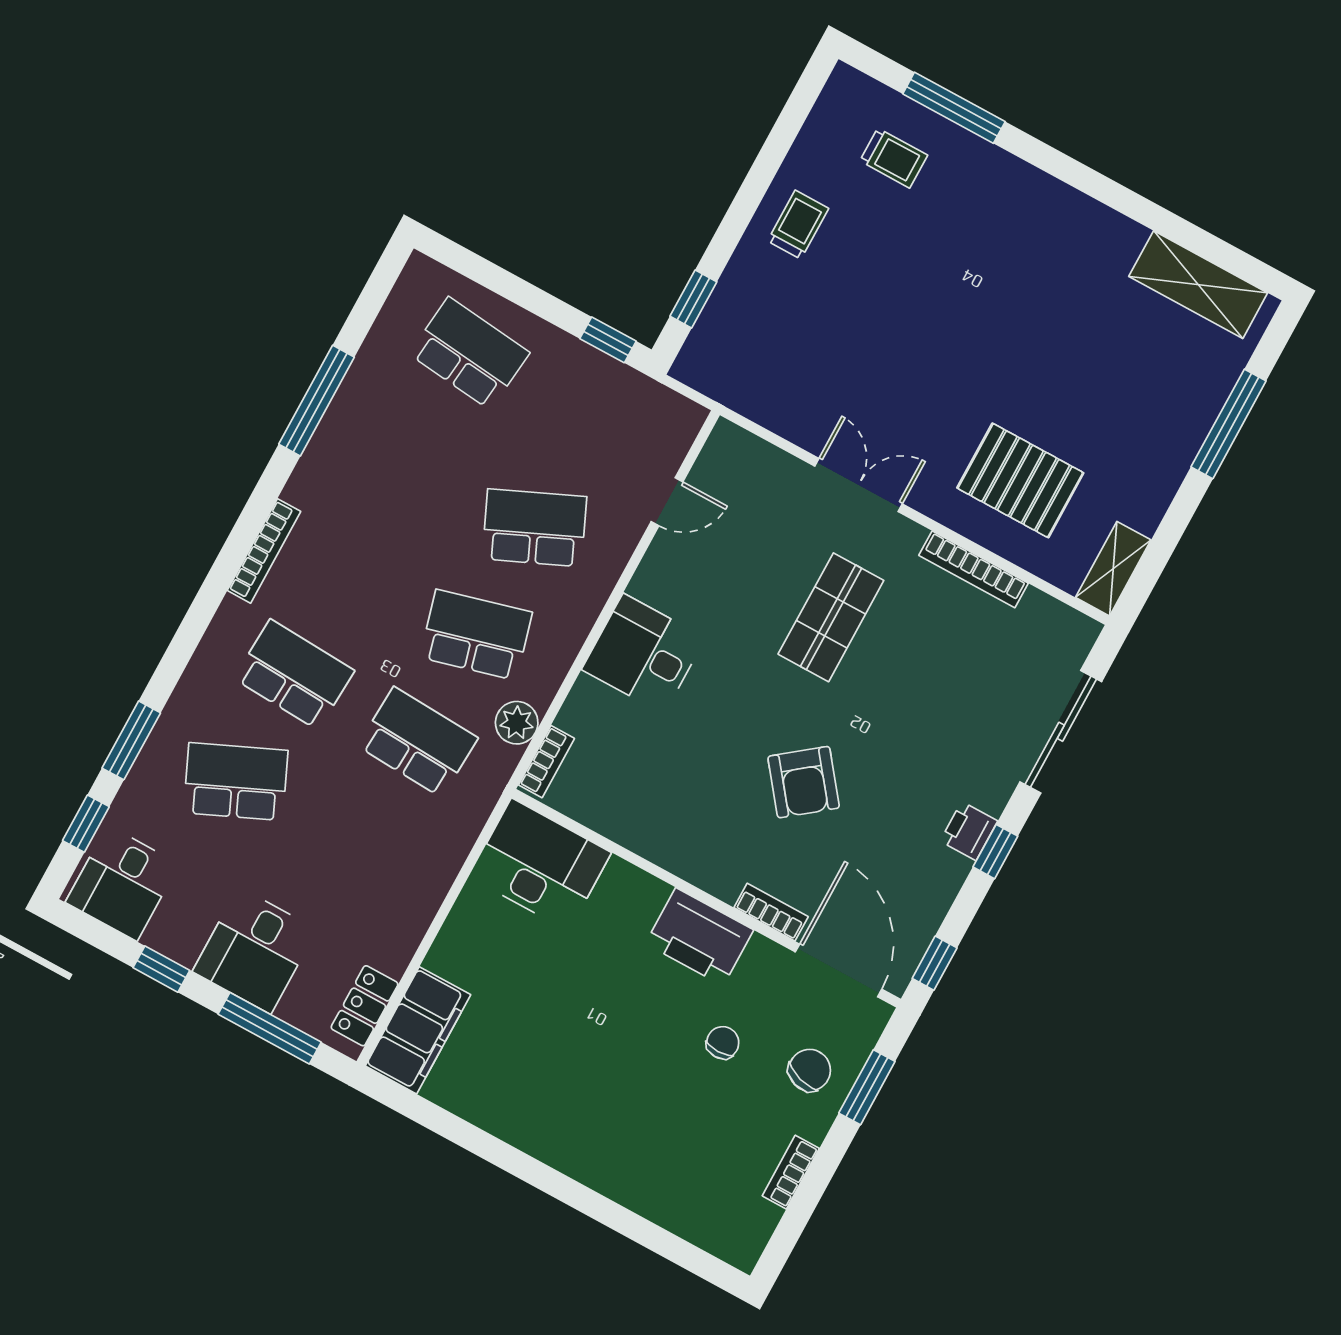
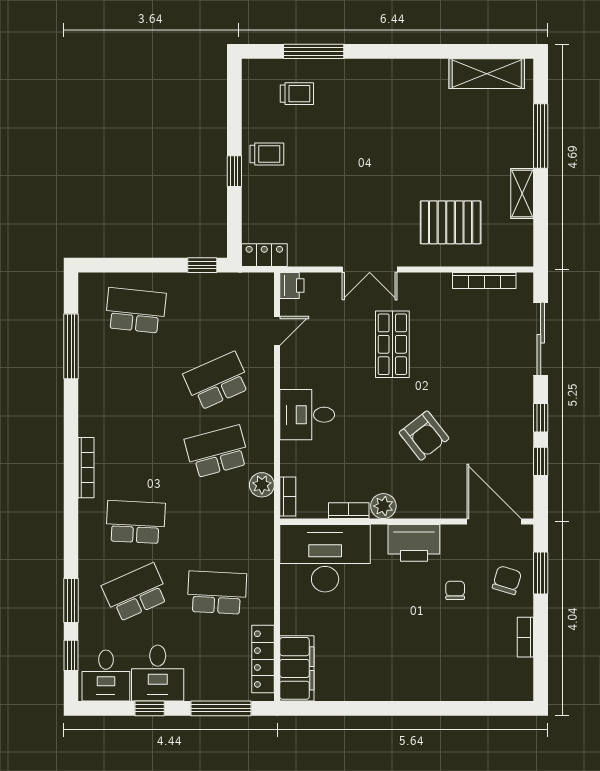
trolley: (798, 225) -> (267, 154), turned 90
window: (693, 299) -> (234, 171), moved
locker: (711, 376) -> (264, 255), added
window: (317, 401) -> (71, 346), moved
double door: (858, 485) -> (370, 269), swing flipped
bookcase: (974, 569) -> (484, 280), moved
shelving: (1113, 569) -> (522, 194), moved
school desk: (418, 742) -> (217, 593), moved
printer: (969, 831) -> (292, 285), moved, turned 180
plant: (684, 855) -> (383, 506), added
desk: (540, 865) -> (325, 558), width x1.36, depth x1.30
bookcase: (771, 912) -> (349, 511), moved
desk: (255, 950) -> (158, 673), moved
window: (935, 963) -> (541, 461), moved
locker: (365, 1006) -> (263, 659), width x1.53

